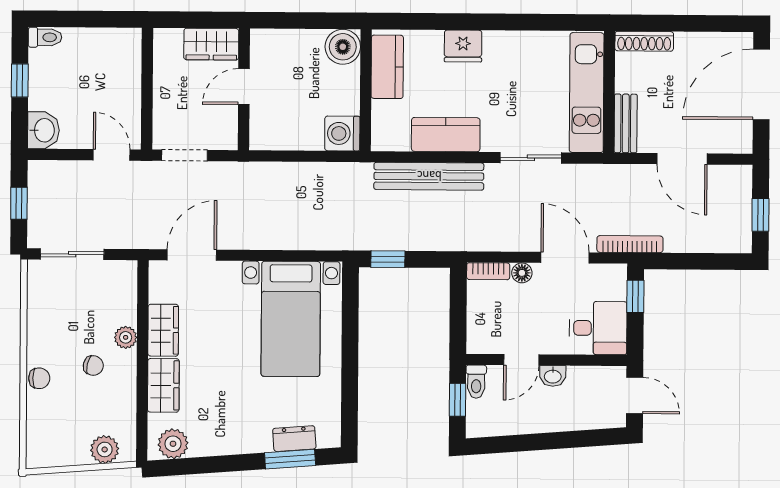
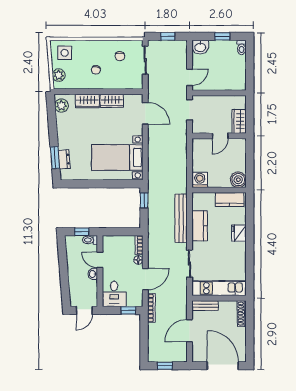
door: (244, 87) -> (220, 136), swing flipped
plant: (126, 337) -> (109, 84), removed
chair: (39, 378) -> (120, 56), moved
side table: (54, 436) -> (65, 53), added

